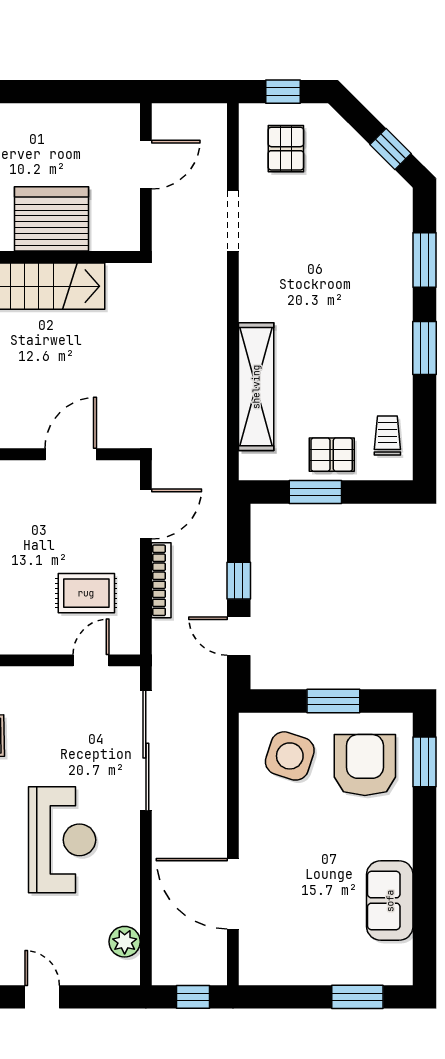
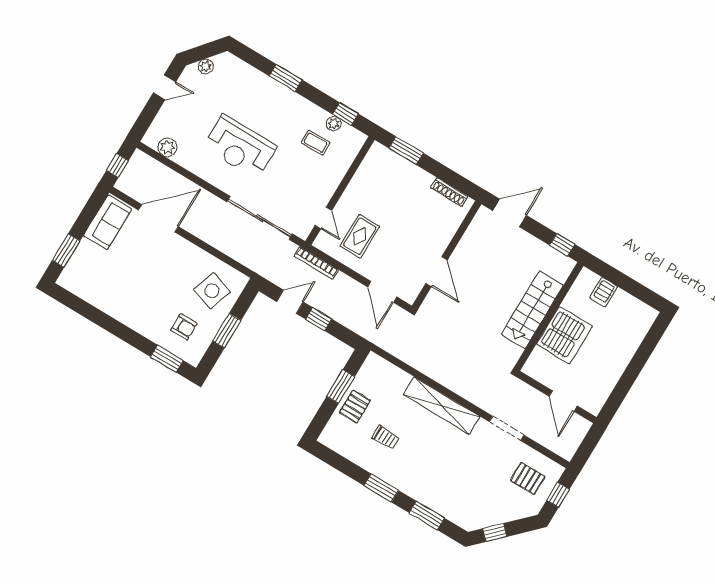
shelving: (256, 387) -> (442, 406), moved
trolley: (387, 436) -> (386, 438), moved
bookcase: (161, 580) -> (316, 263), moved
armchair: (365, 765) -> (184, 327), width x0.53, depth x0.53
sofa: (390, 901) -> (108, 222), moved, turned 90

